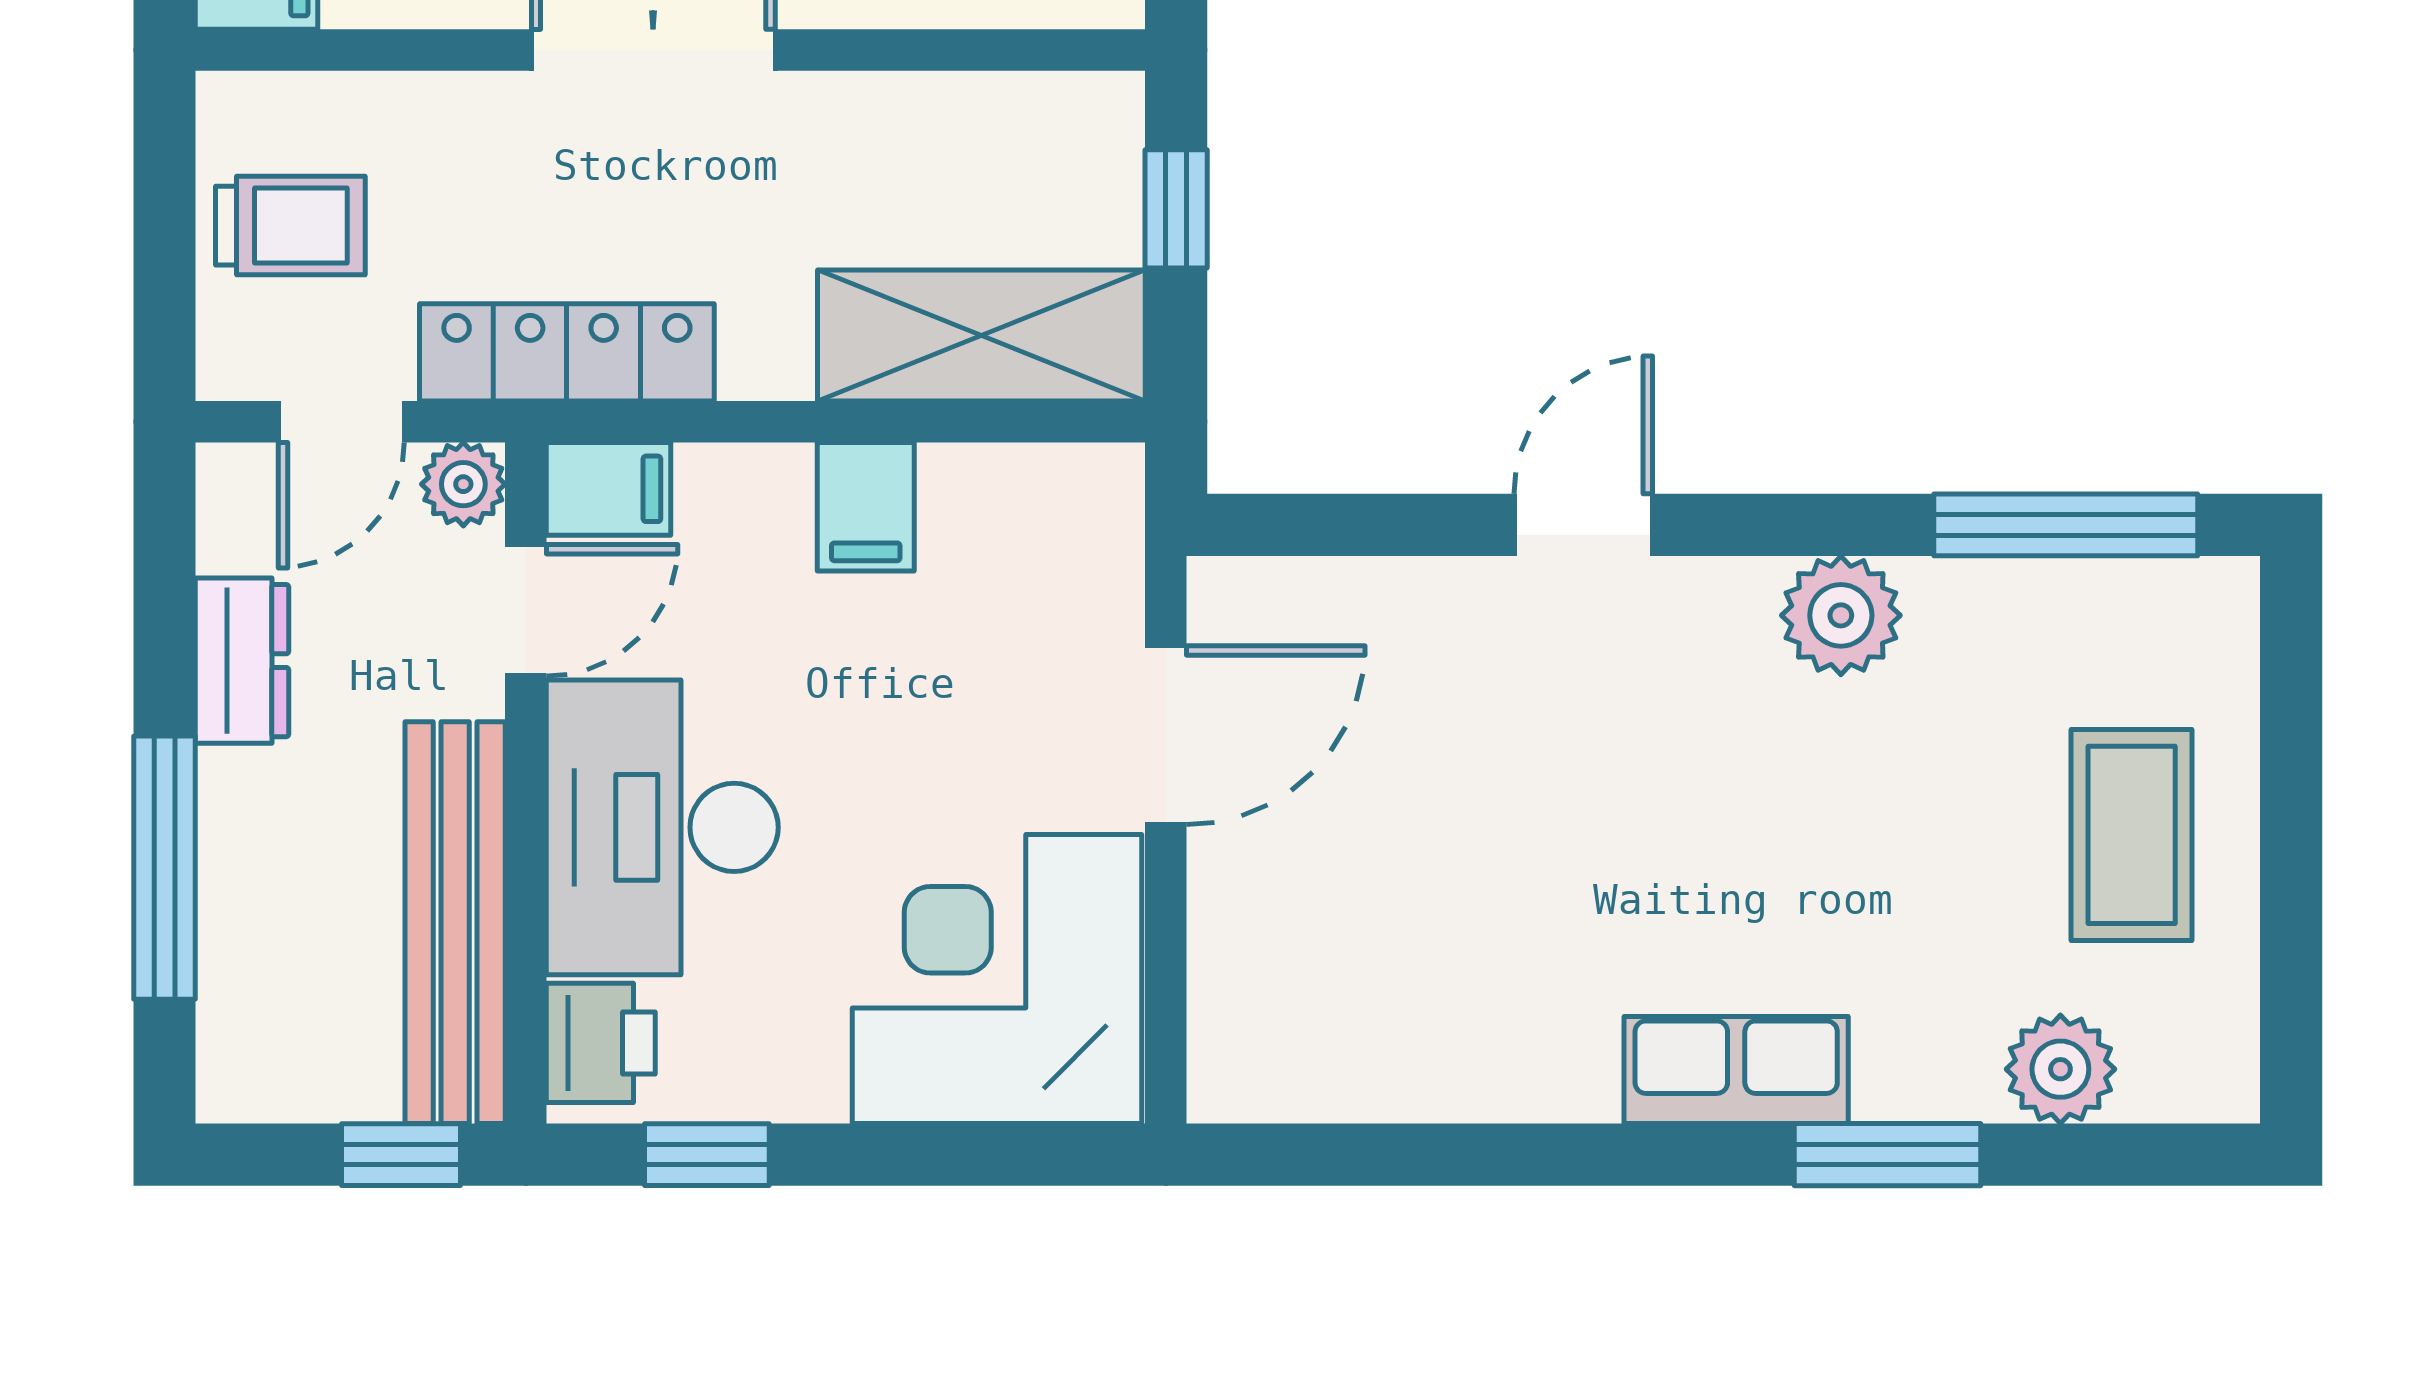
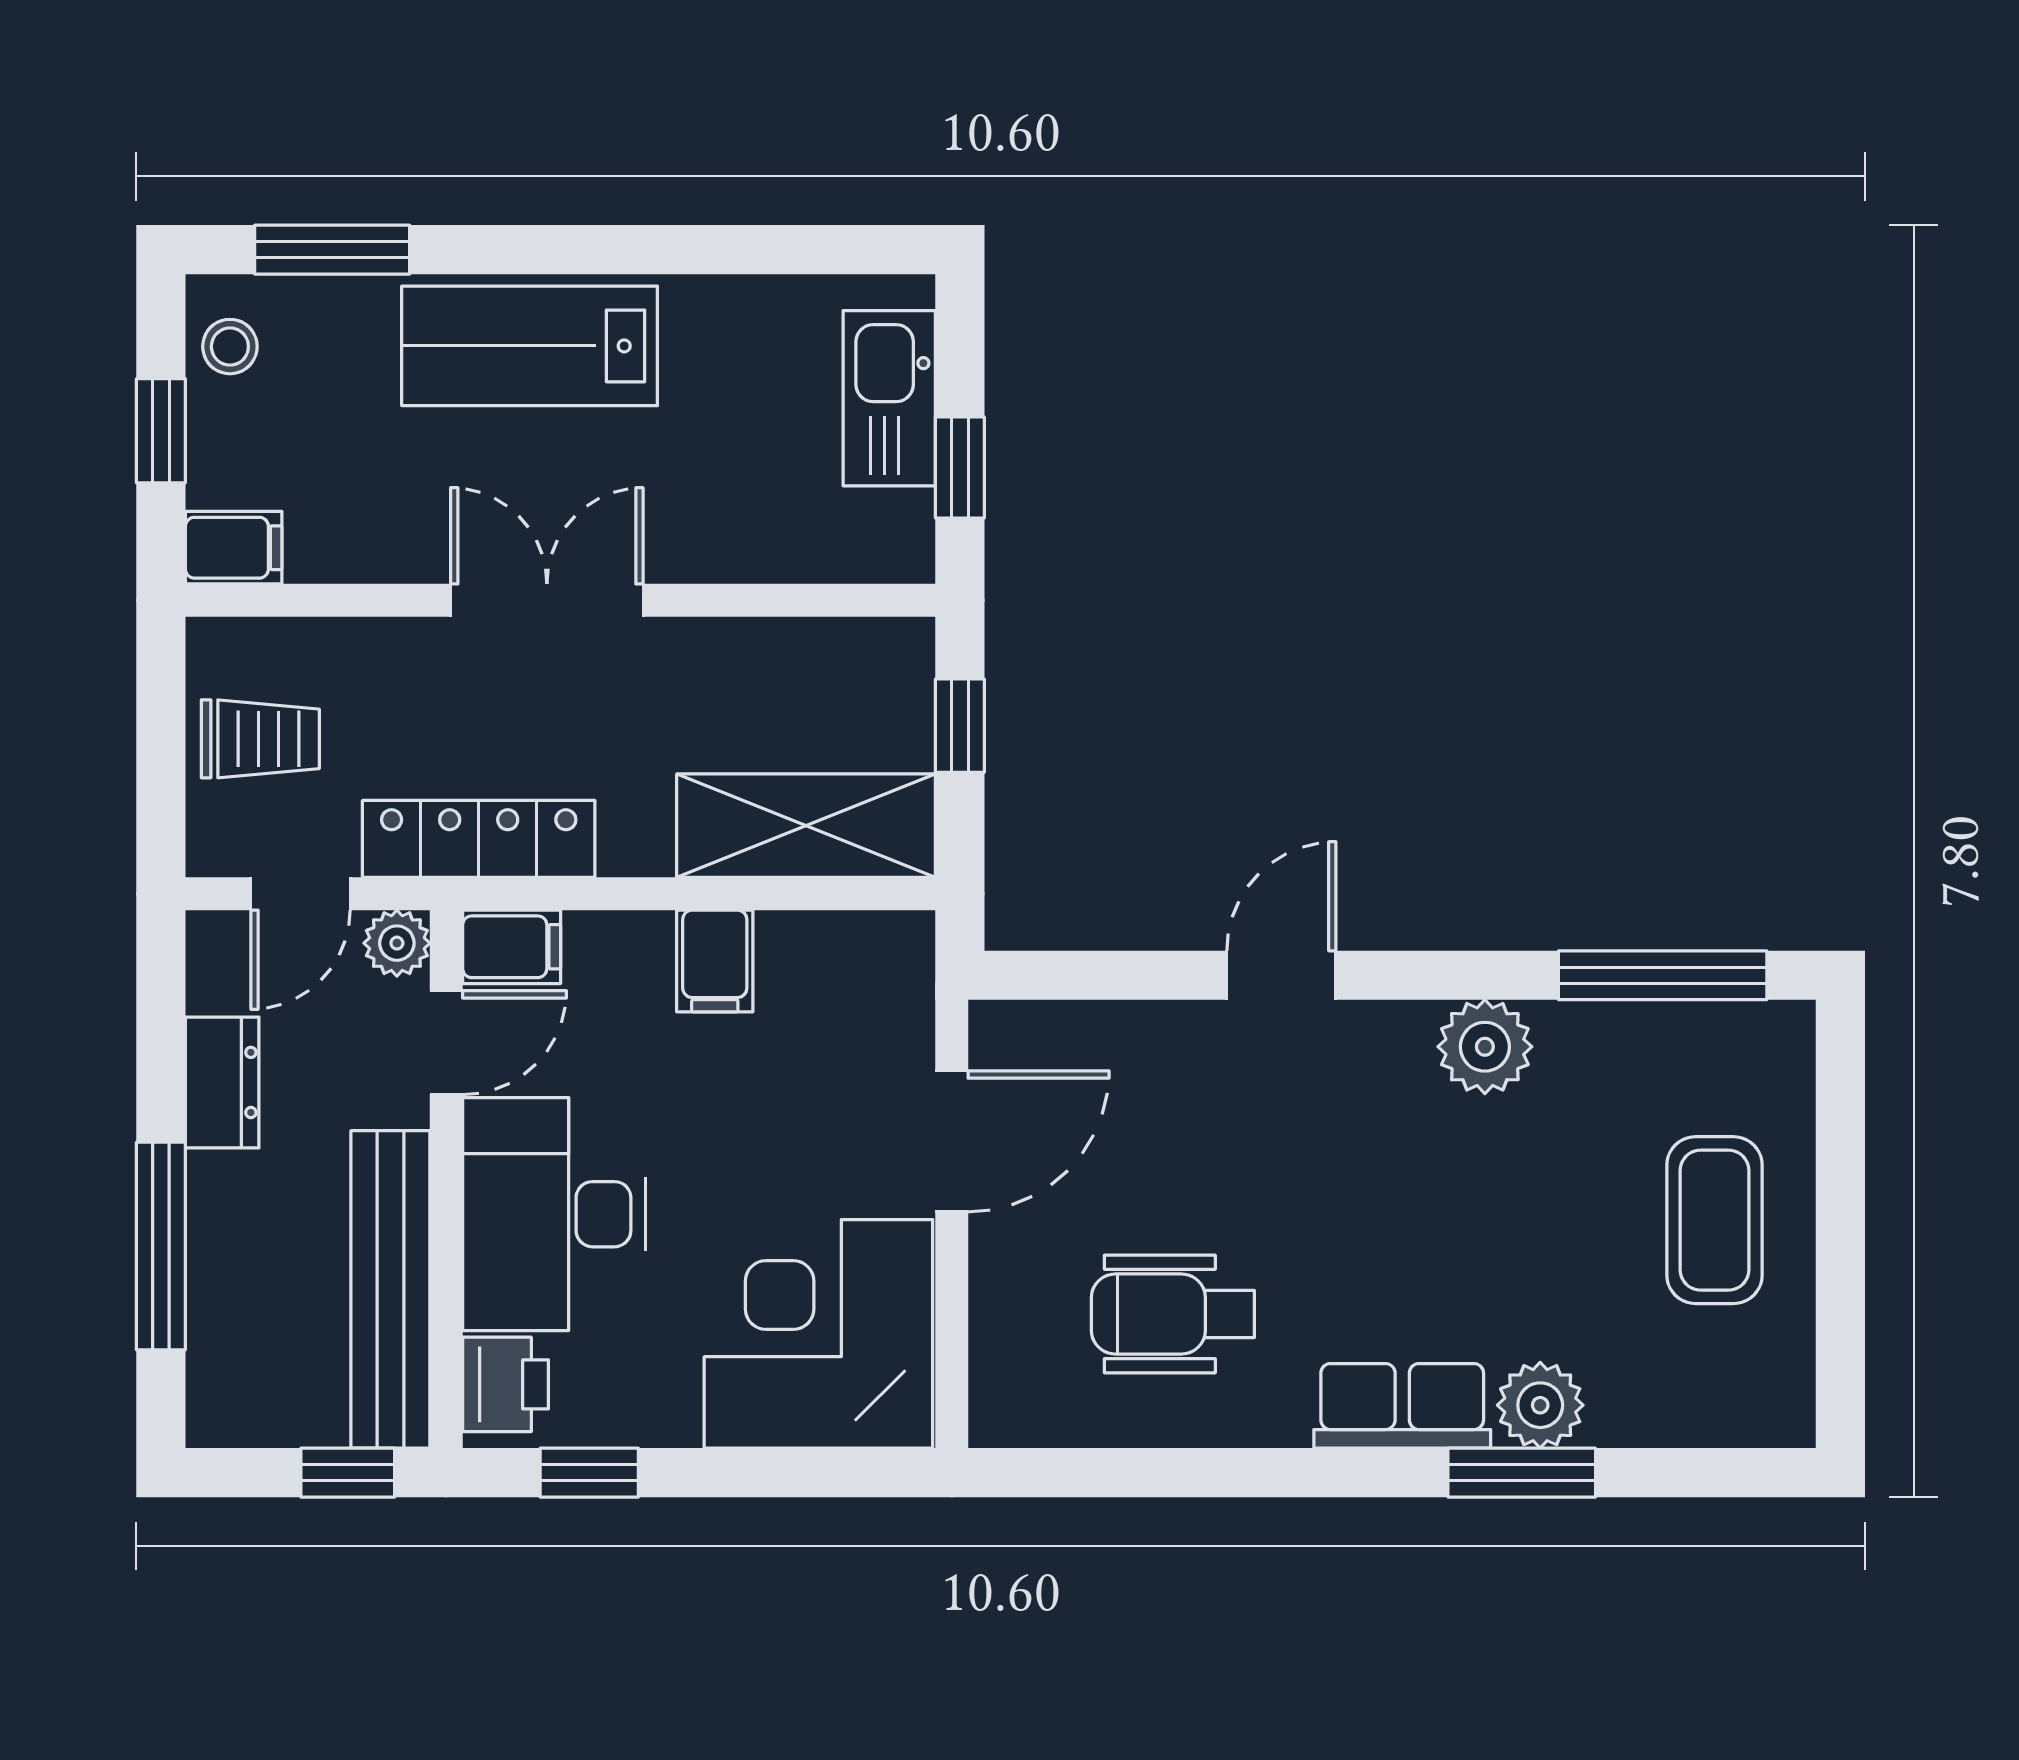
wheelchair: (1446, 954) -> (1173, 1314), added
plant: (2060, 1069) -> (1540, 1405), moved

